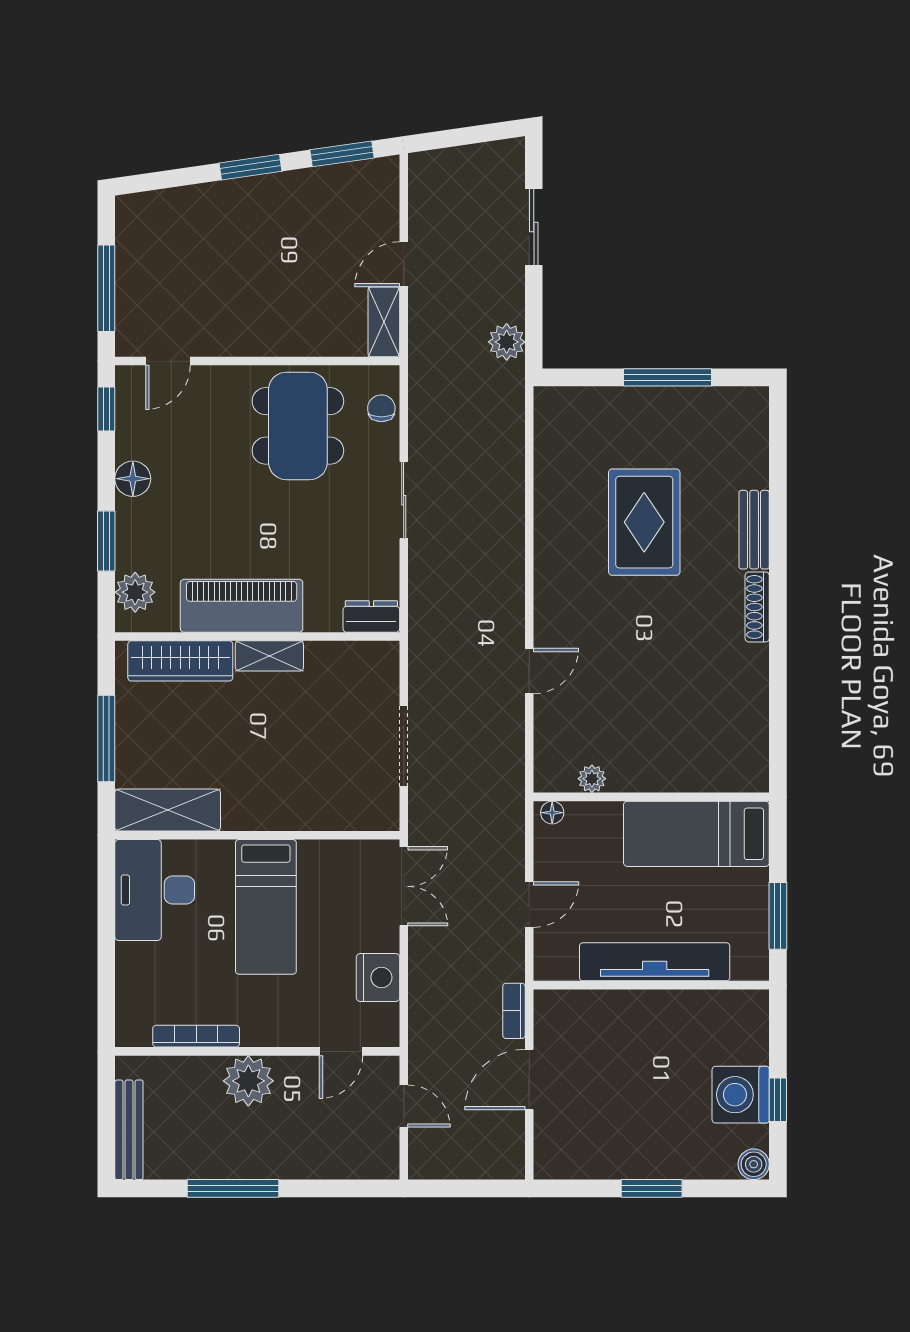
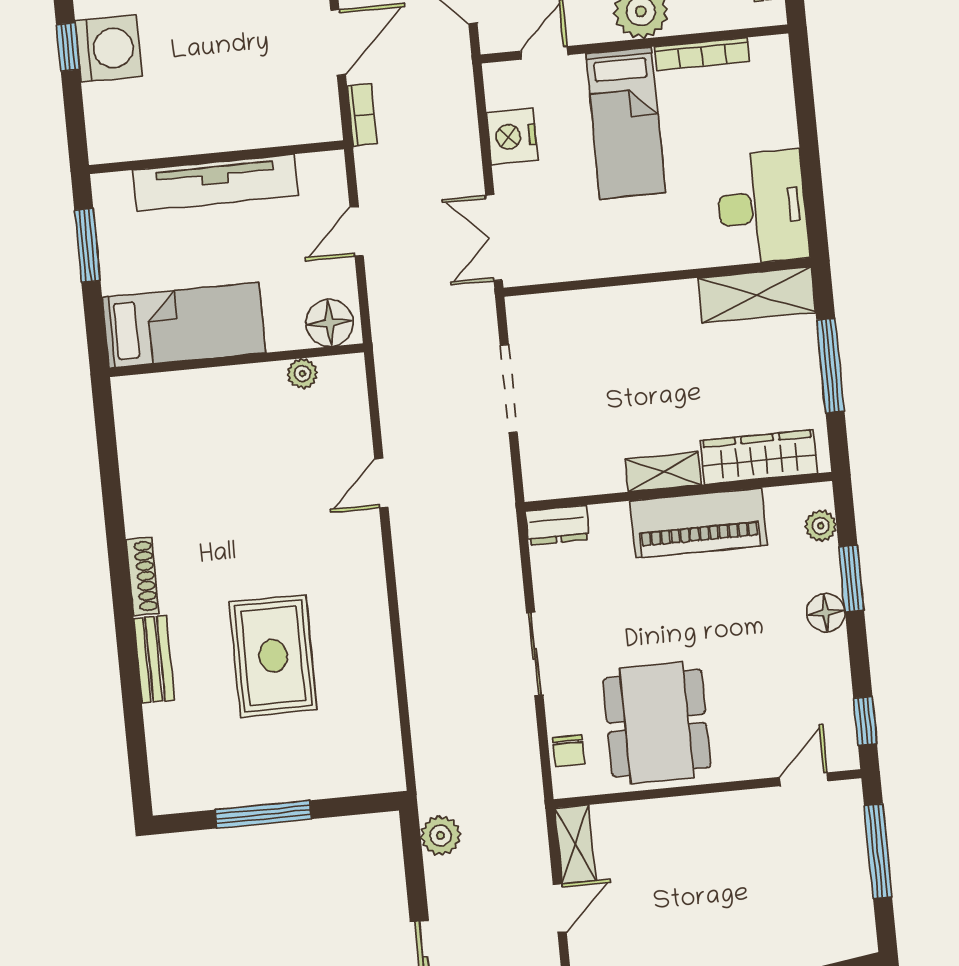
floor lamp: (133, 479) -> (826, 613), moved
plant: (135, 592) -> (821, 526), width x0.73, depth x0.73
floor lamp: (552, 813) -> (330, 323), width x1.89, depth x1.89
bed: (266, 907) -> (626, 123), moved, turned 180

